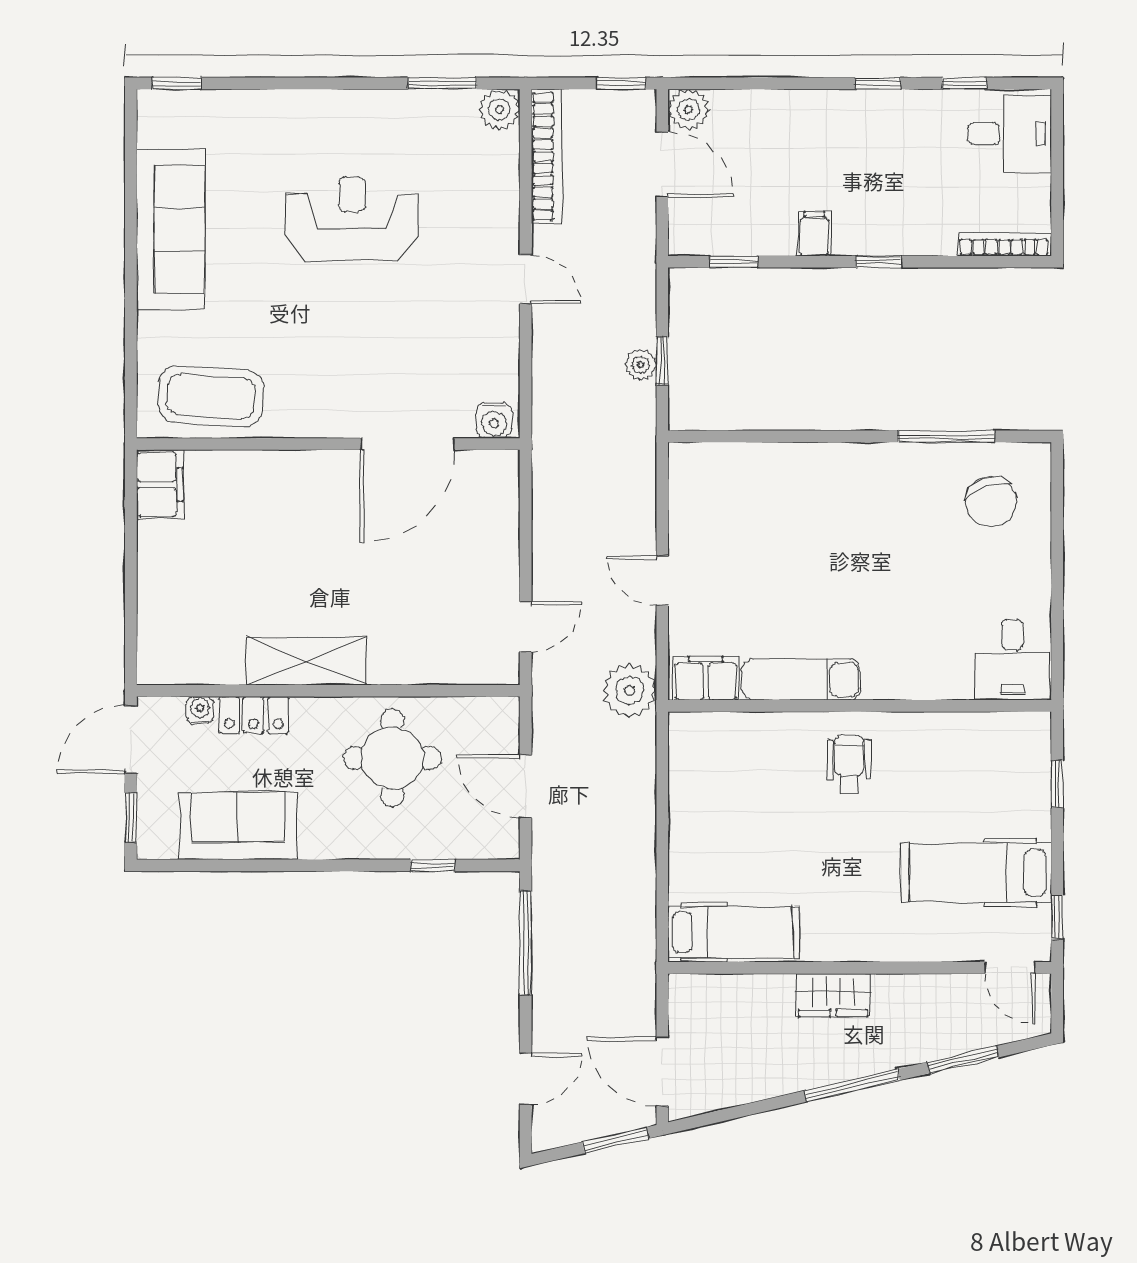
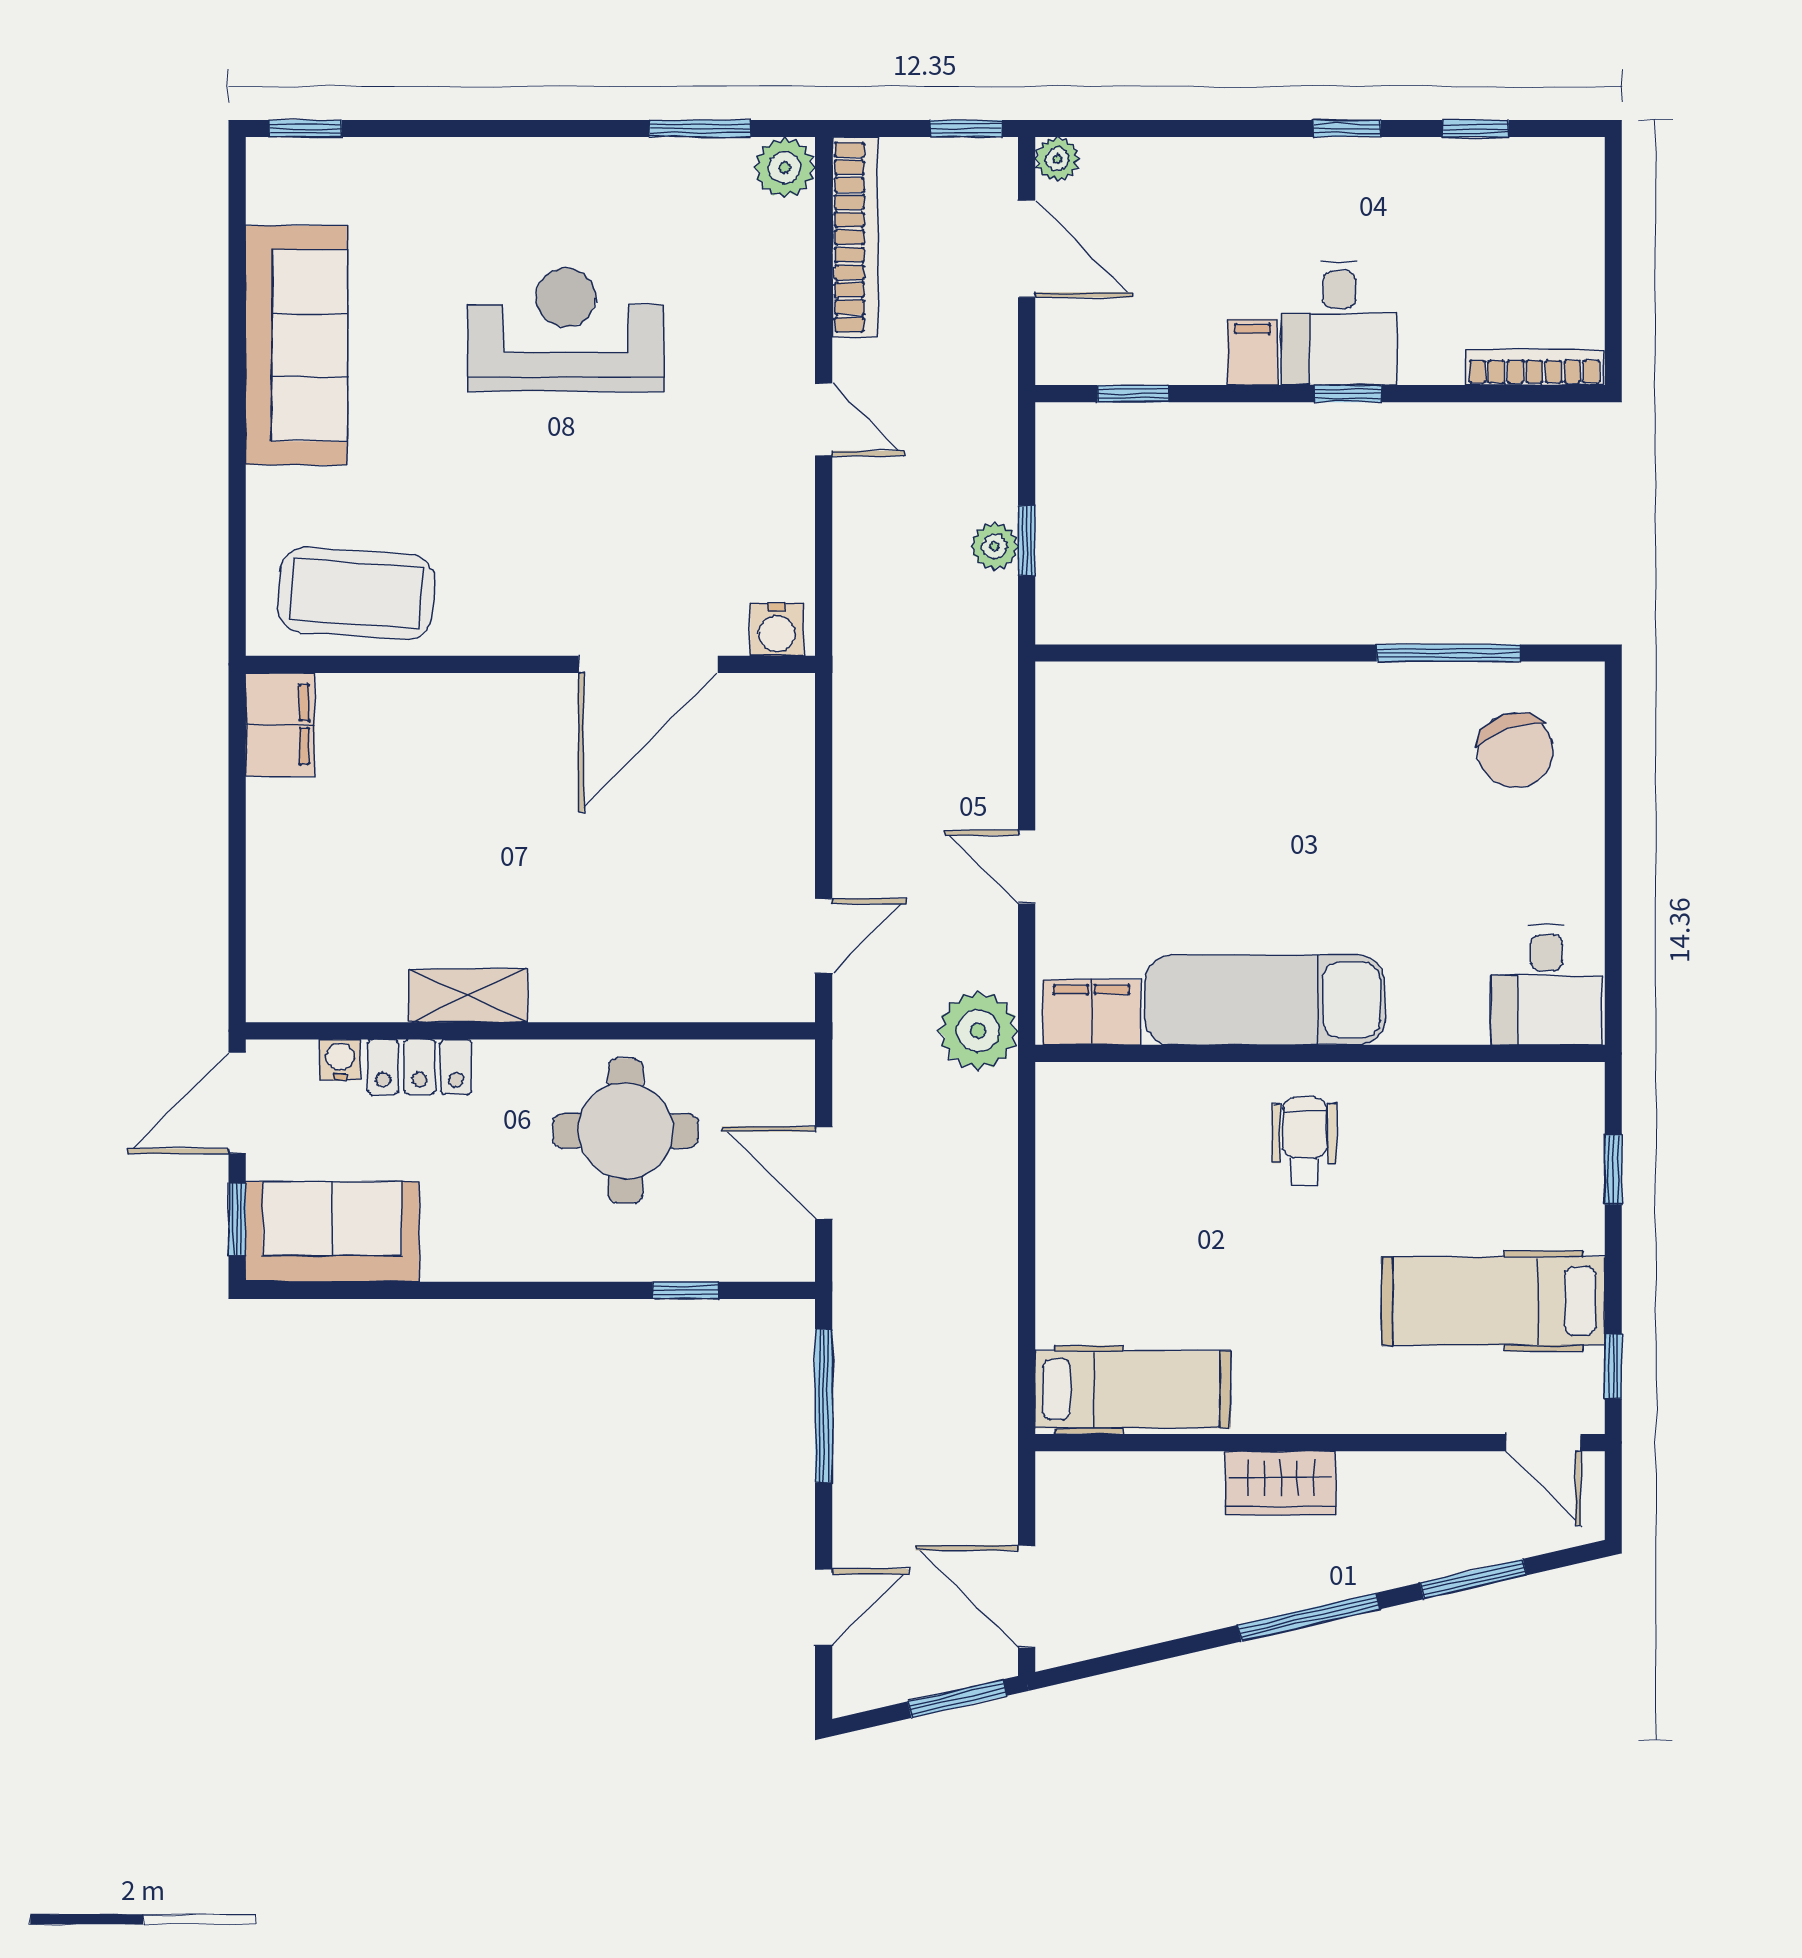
plant: (688, 109) -> (1057, 159), width x0.73, depth x0.73
desk: (1010, 134) -> (1339, 323), moved, turned 90
shelving: (306, 661) -> (468, 996), width x0.67, depth x0.75
exam couch: (801, 679) -> (1265, 1000), width x1.36, depth x1.45
sofa: (238, 826) -> (332, 1232), moved

